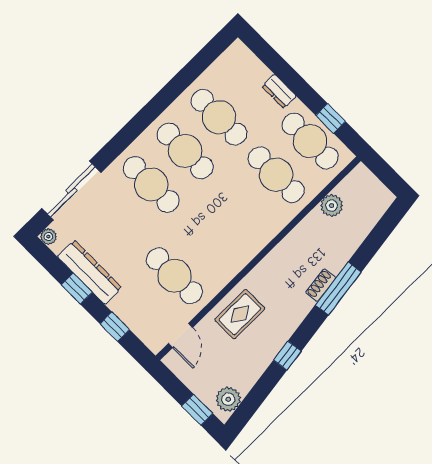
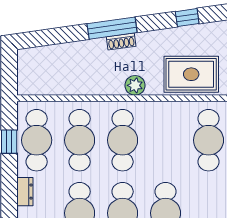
plant: (332, 206) -> (135, 85), moved
cafe table: (242, 208) -> (123, 140), added
rug: (240, 314) -> (191, 74), width x1.36, depth x1.43

